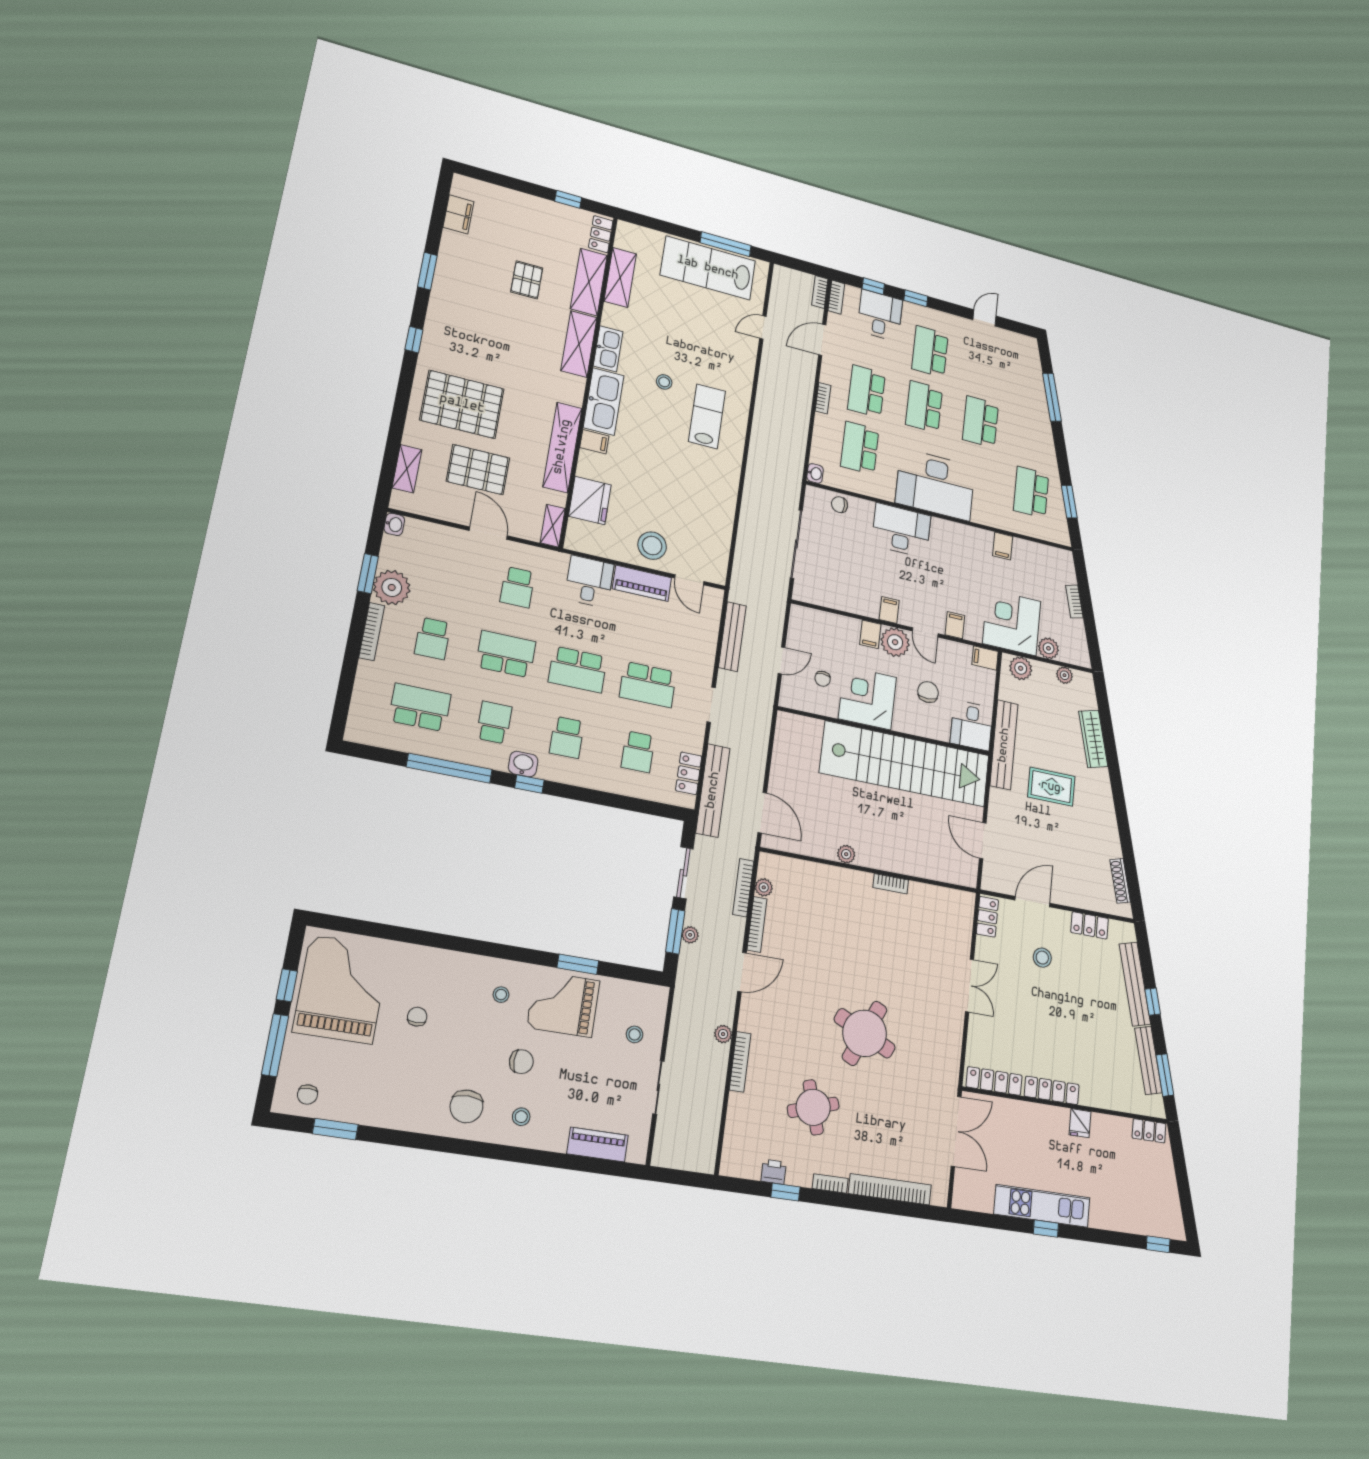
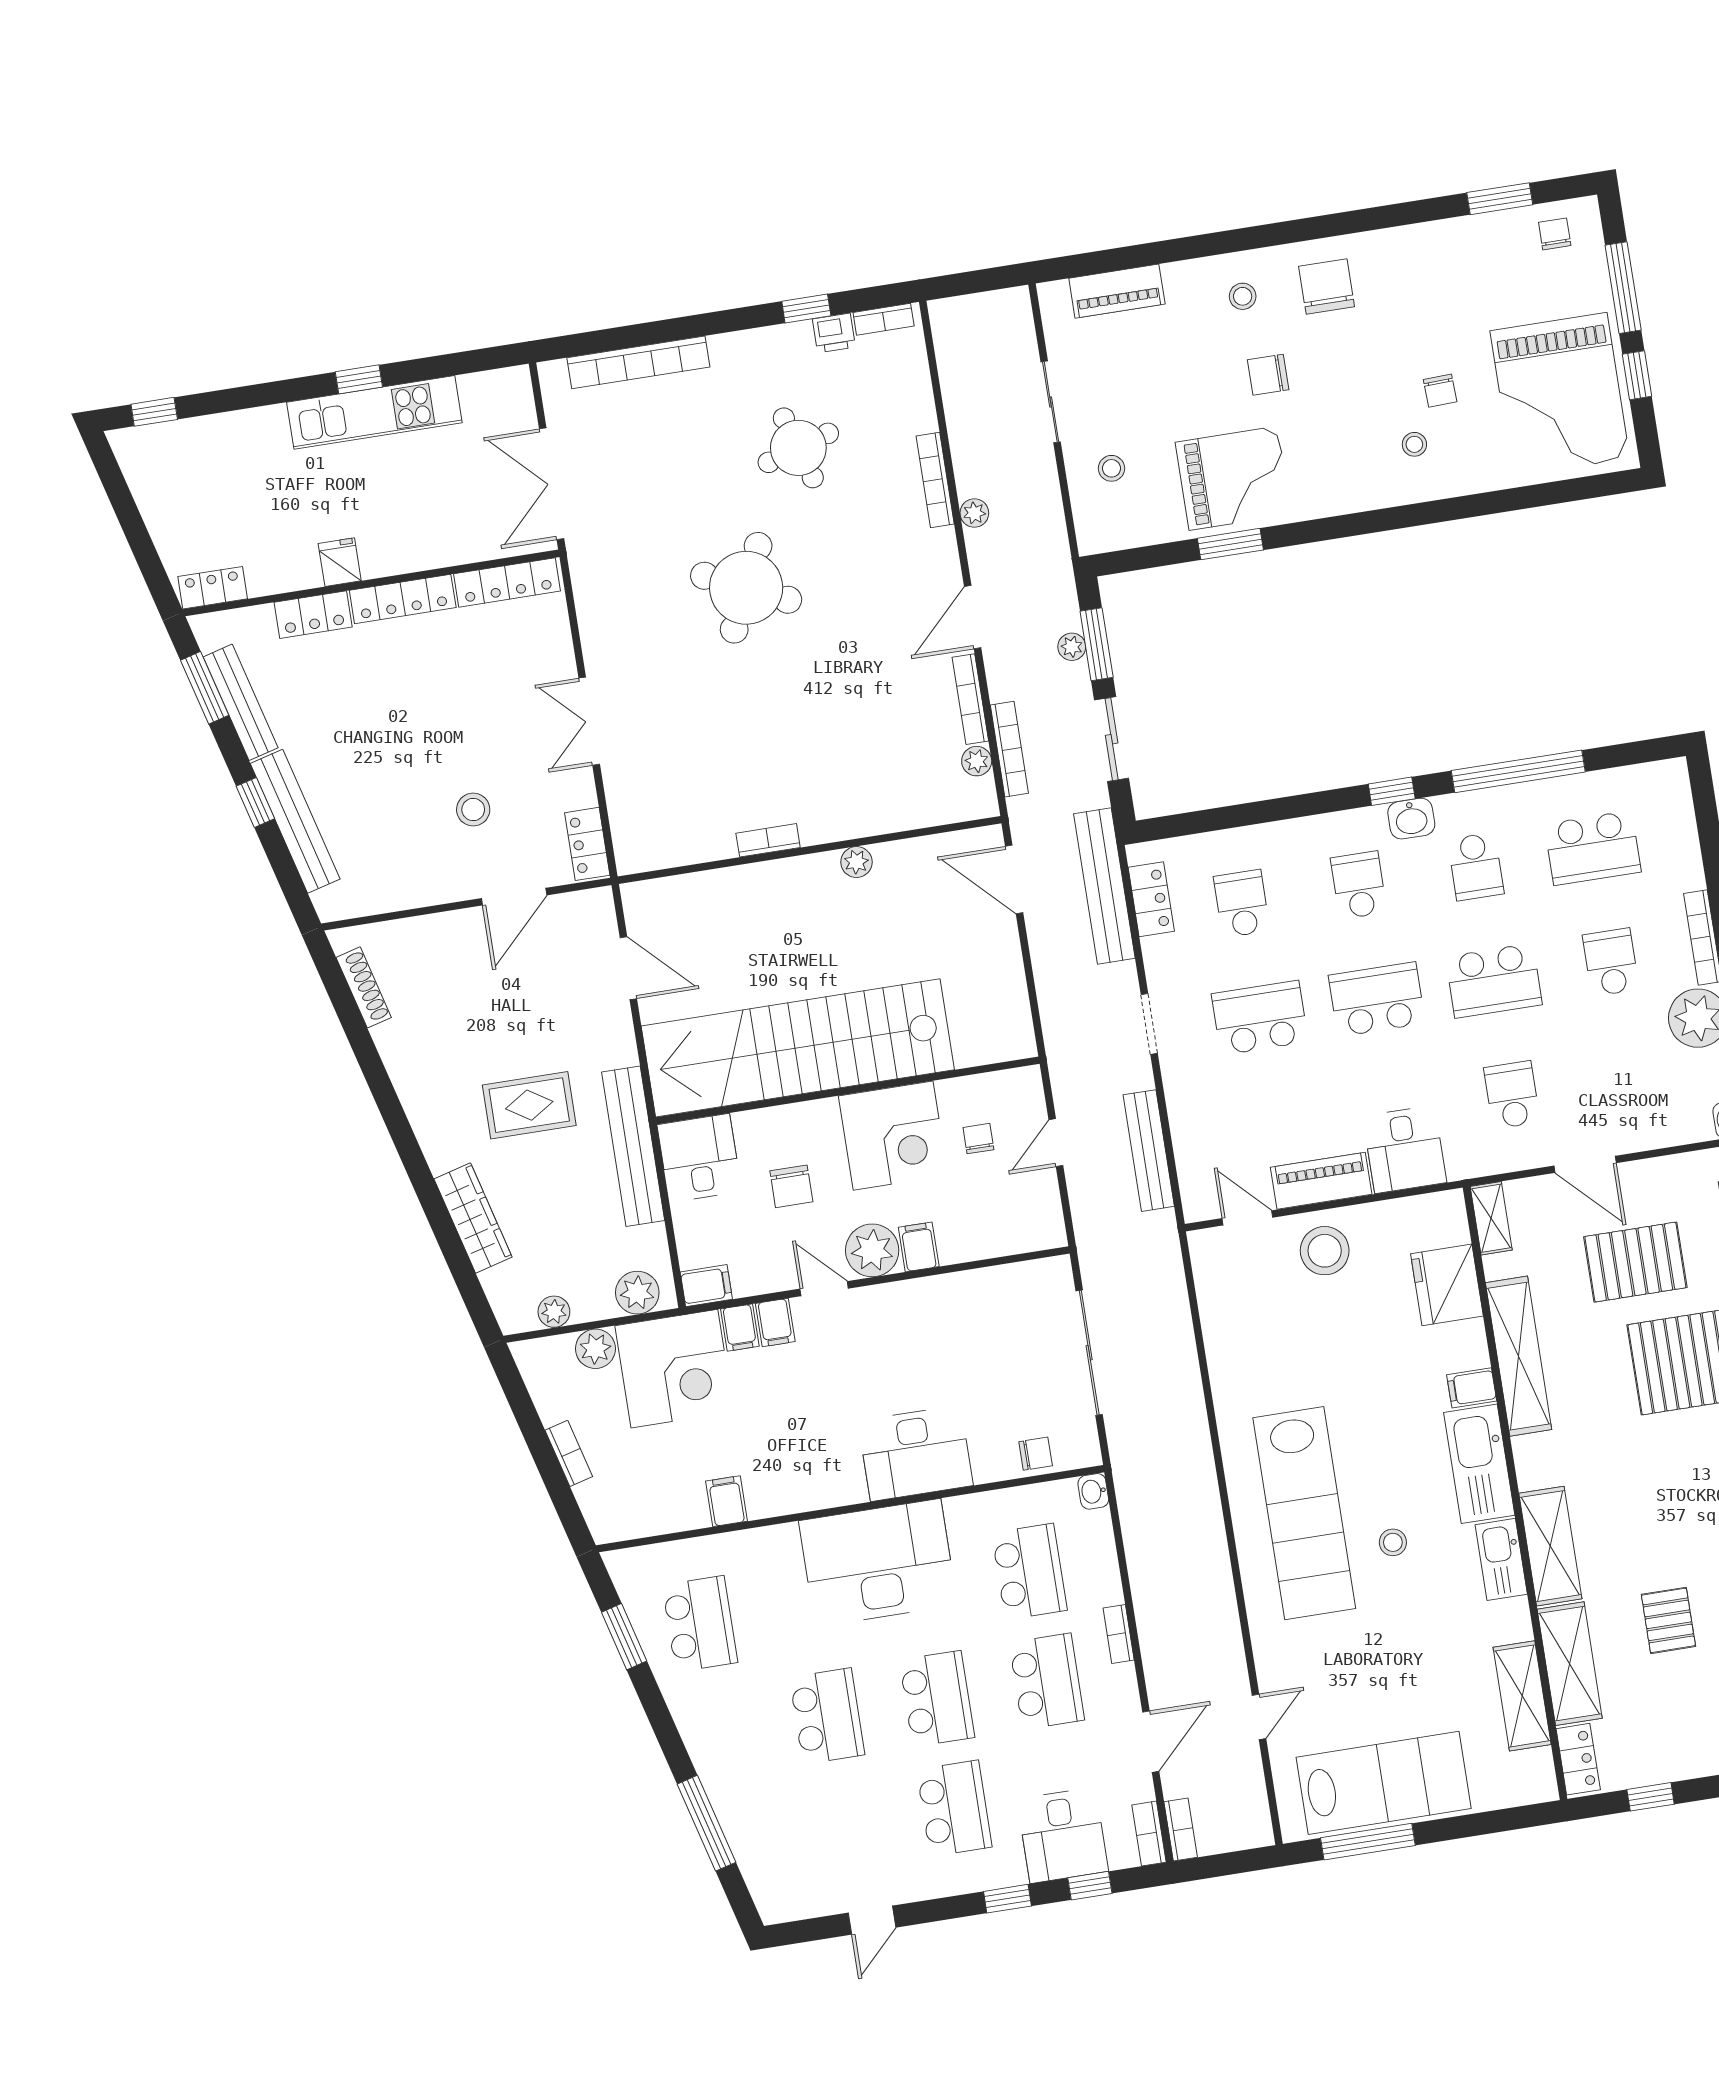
lab bench: (707, 416) -> (1304, 1513), width x1.86, depth x1.39
filing cabinet: (889, 610) -> (740, 1328), moved
locker: (1090, 925) -> (313, 615), moved, turned 180
stool: (501, 995) -> (1414, 444), moved
bookcase: (830, 1183) -> (884, 319), moved

